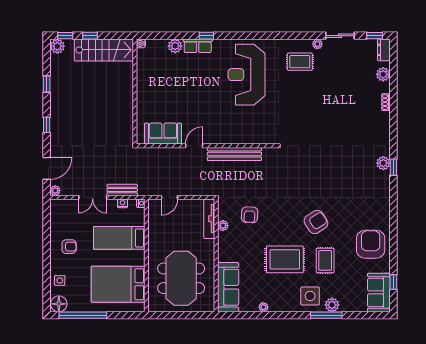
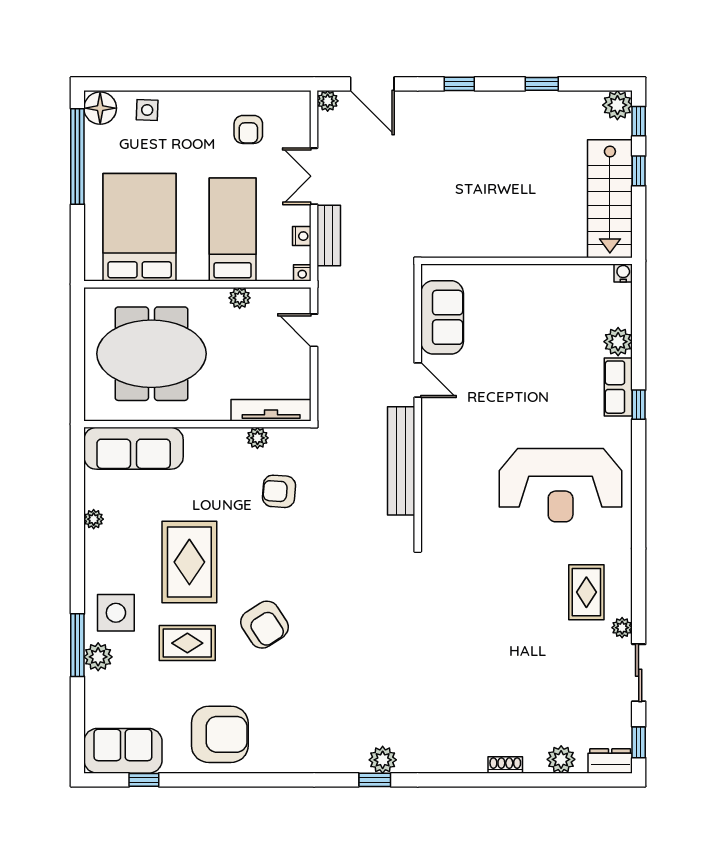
reception desk: (246, 75) -> (561, 485), turned 180
plant: (153, 234) -> (240, 298), added
armchair: (69, 247) -> (248, 129), moved

